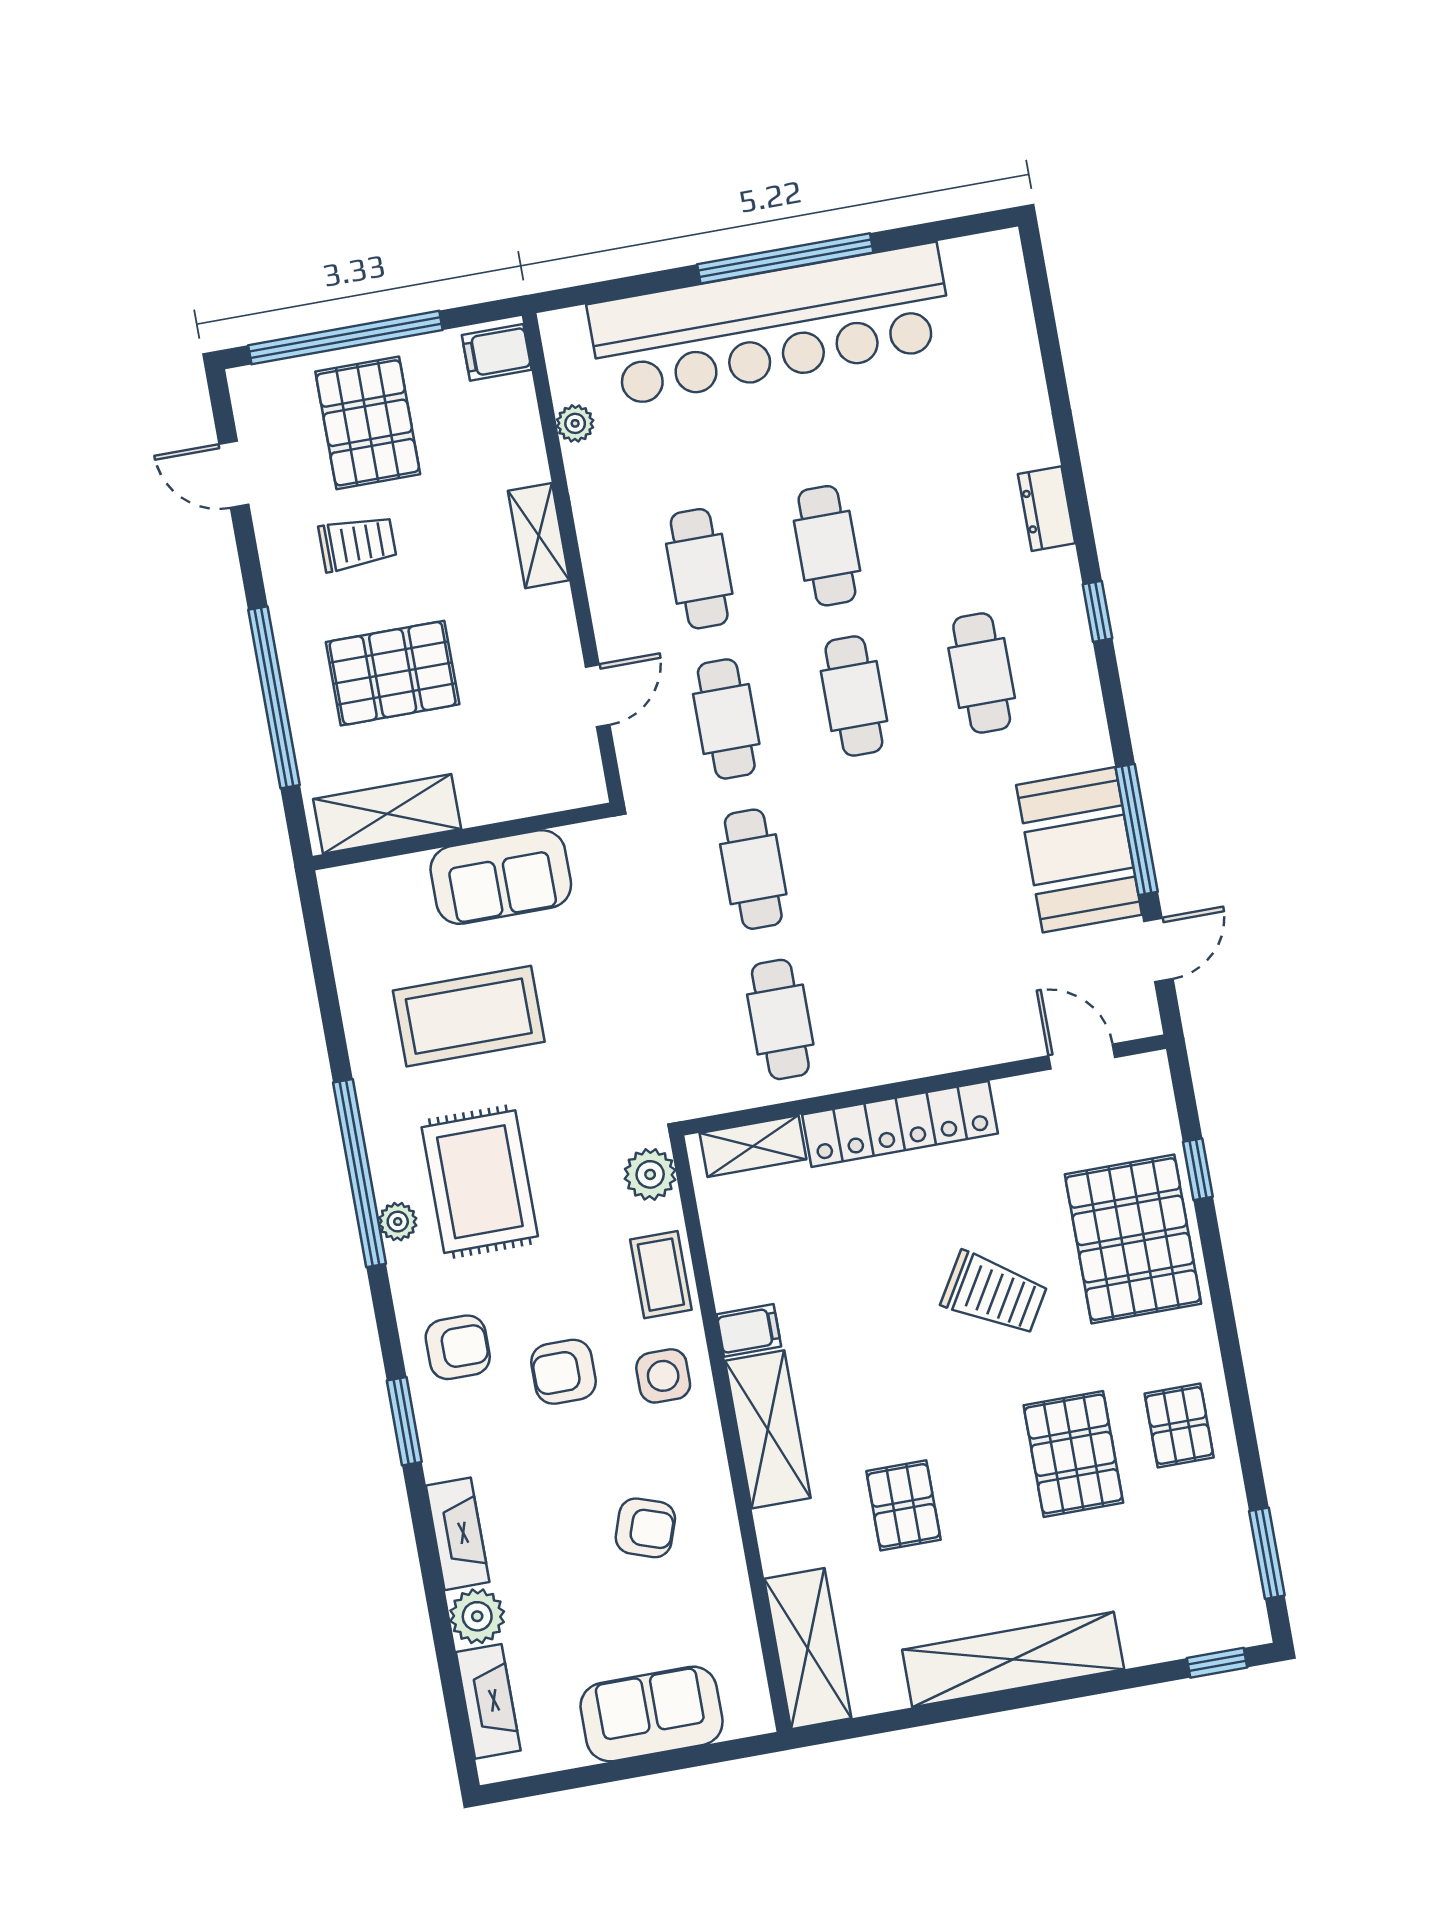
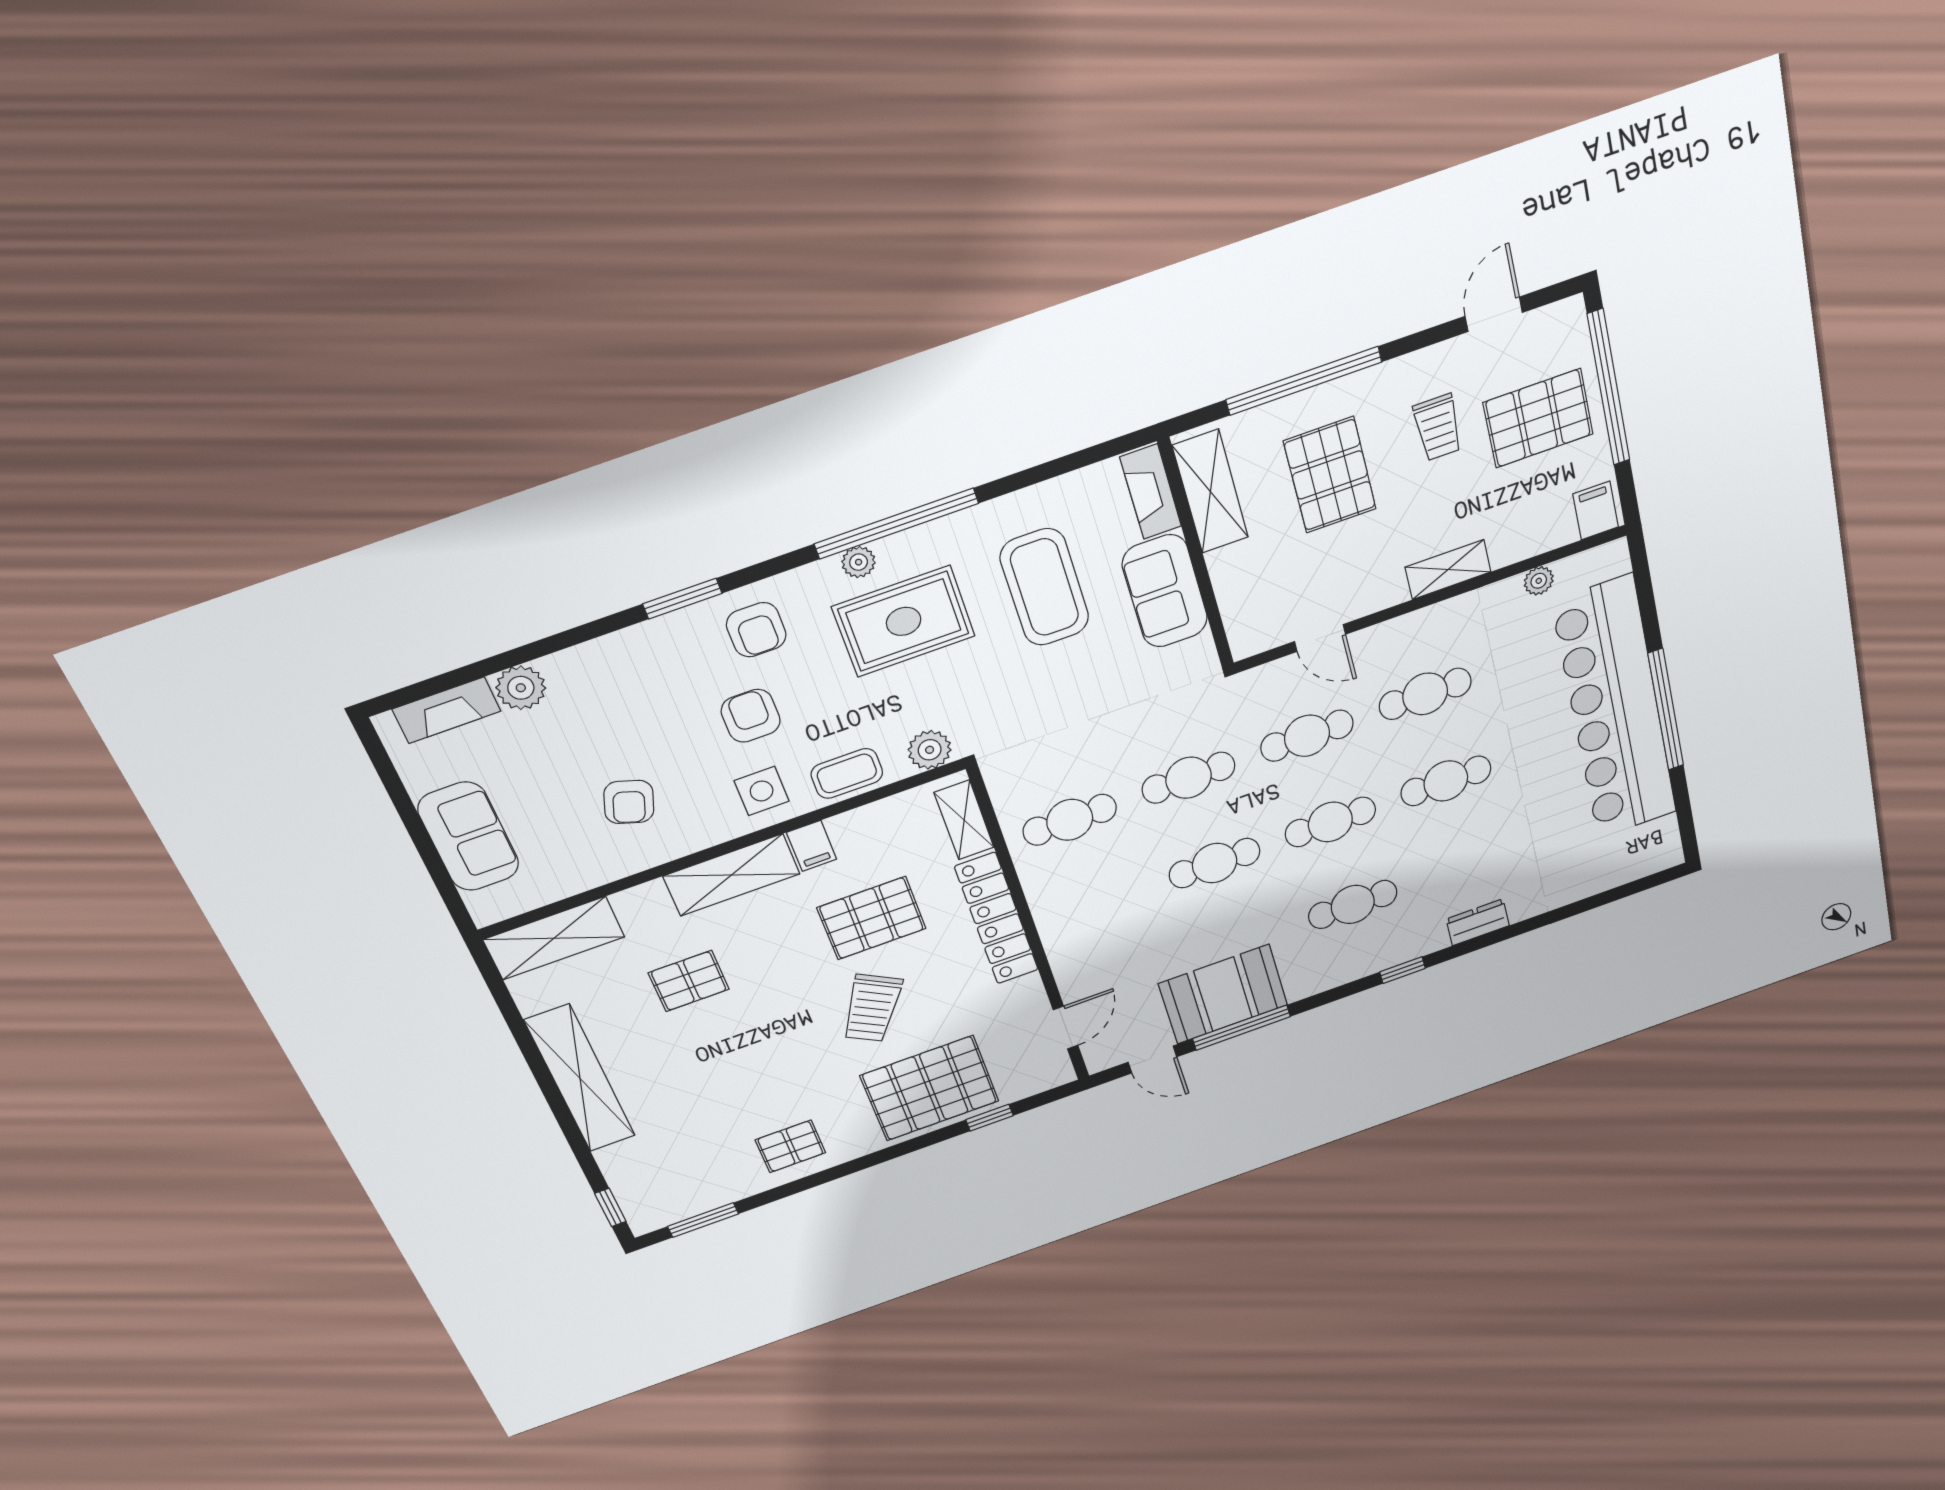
cafe table: (881, 846) -> (1215, 863), added
pallet: (1073, 1454) -> (872, 918), moved
fireplace: (458, 1534) -> (1151, 492), moved, turned 90

